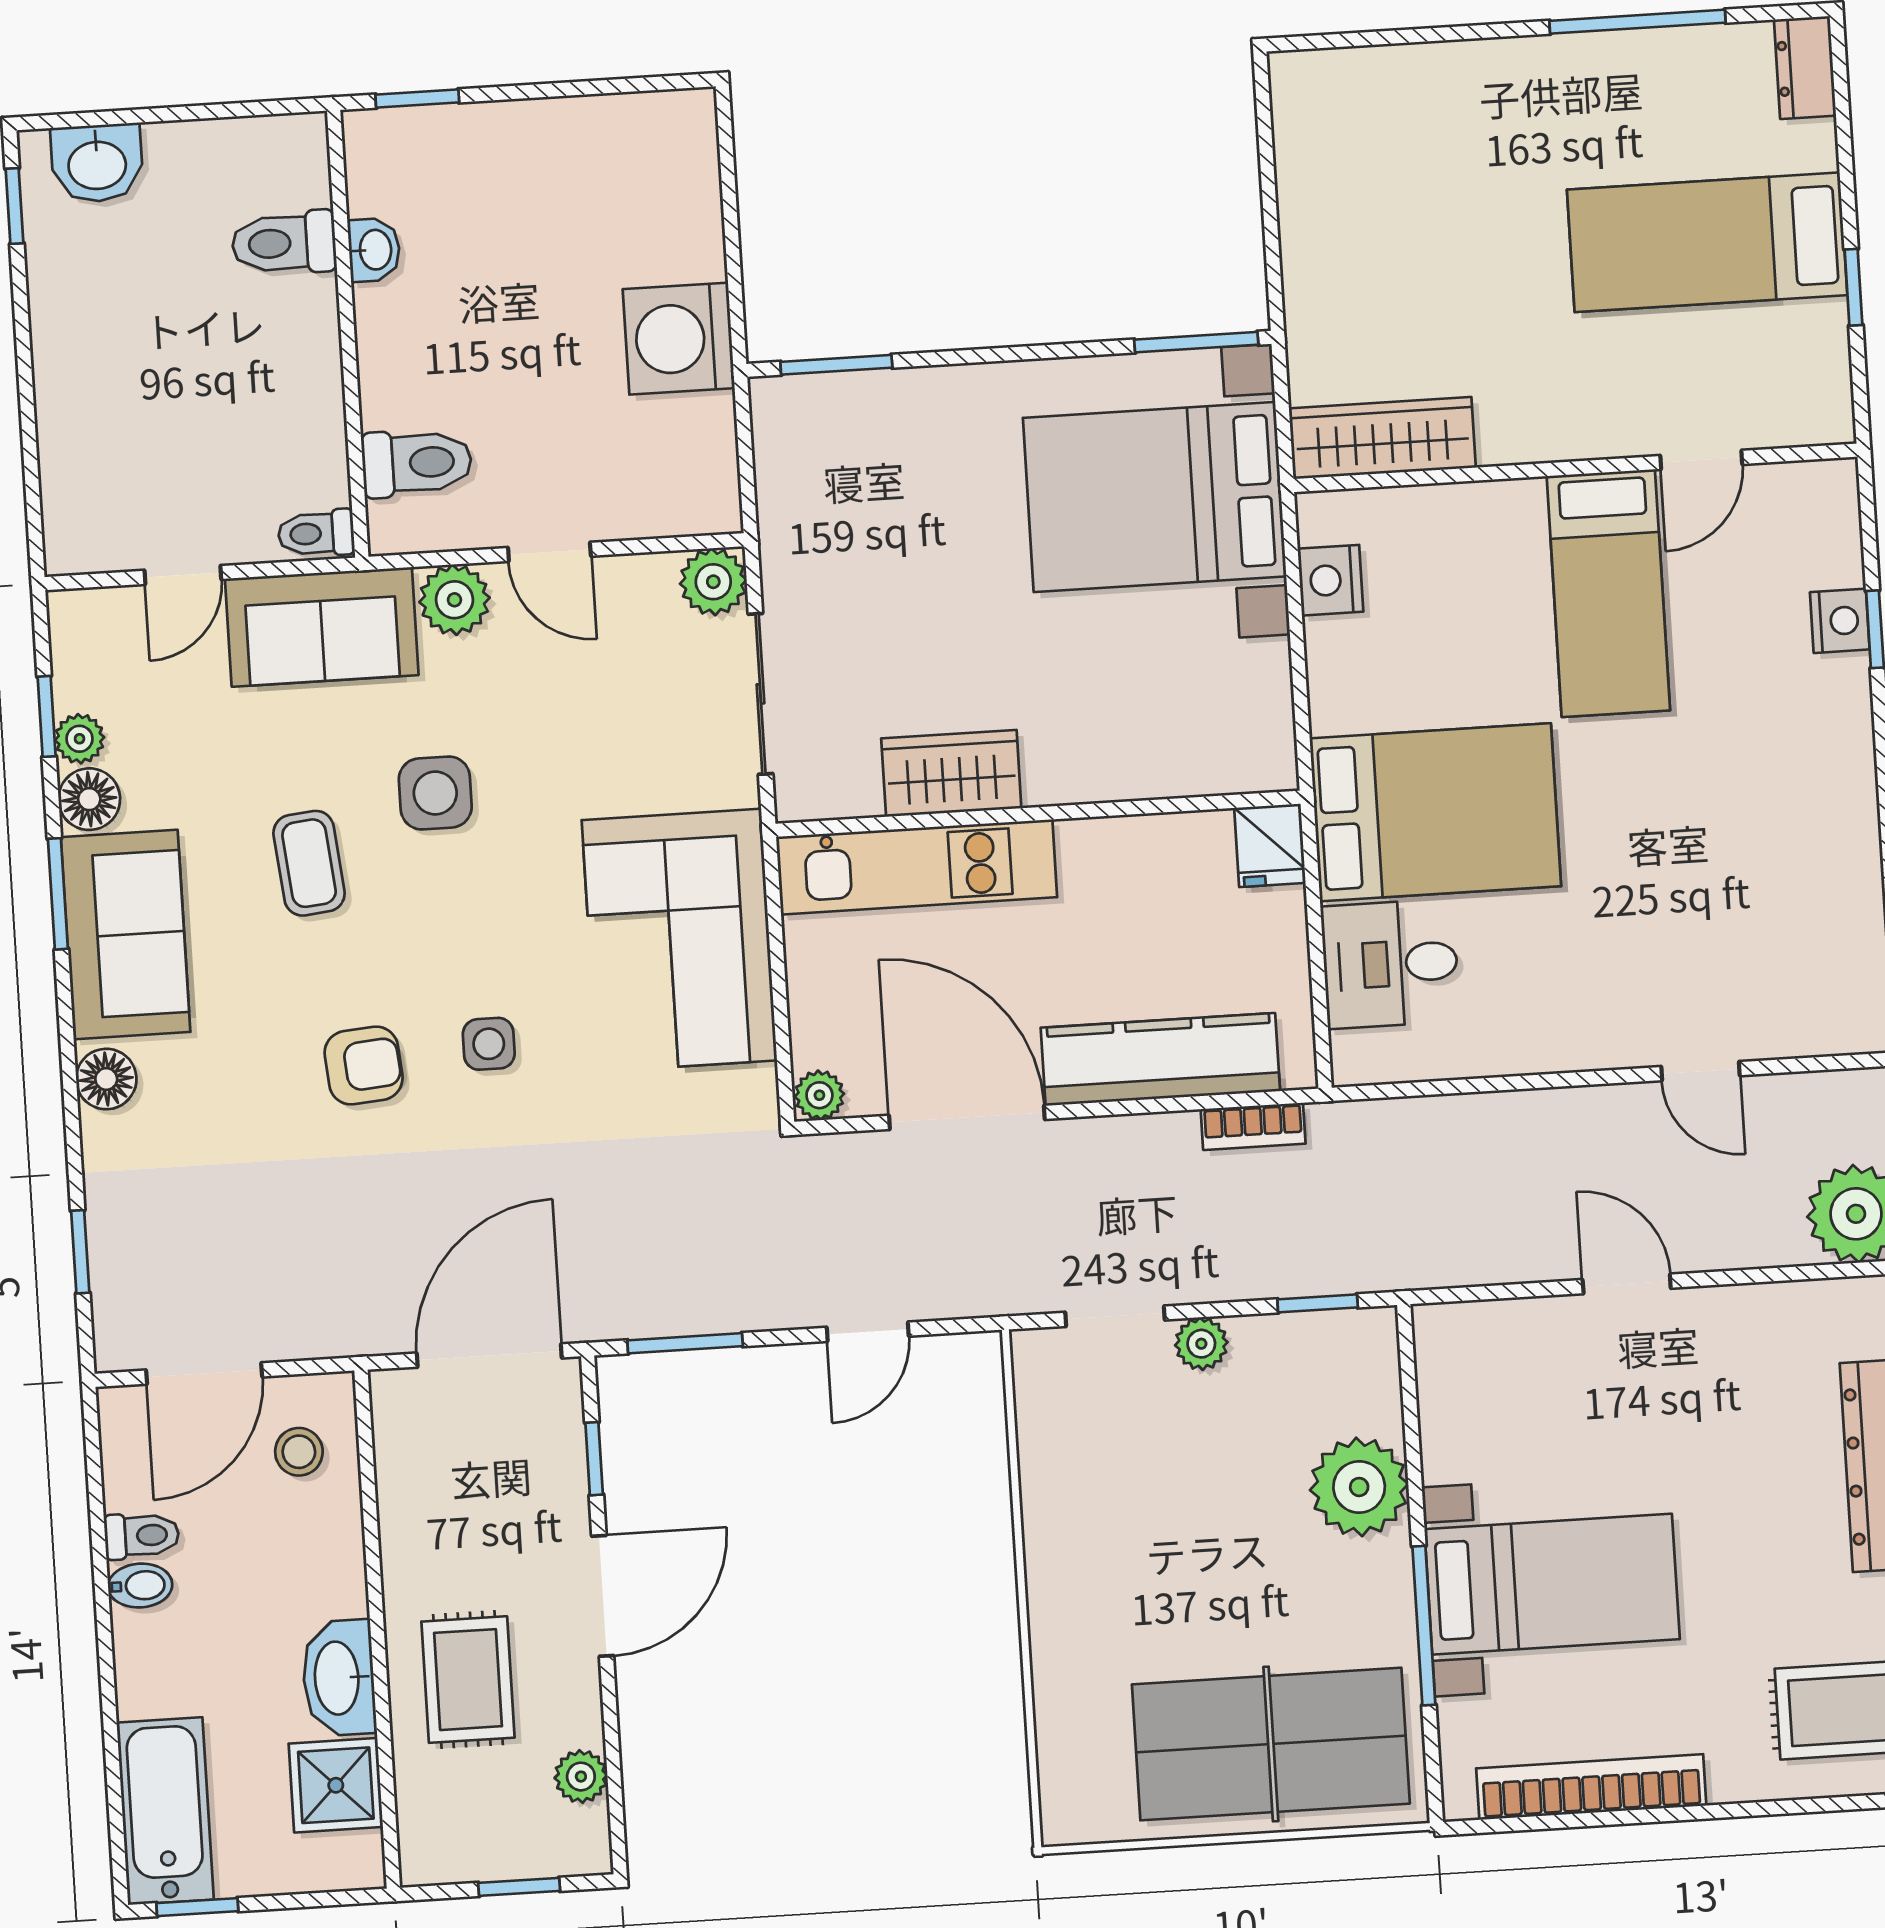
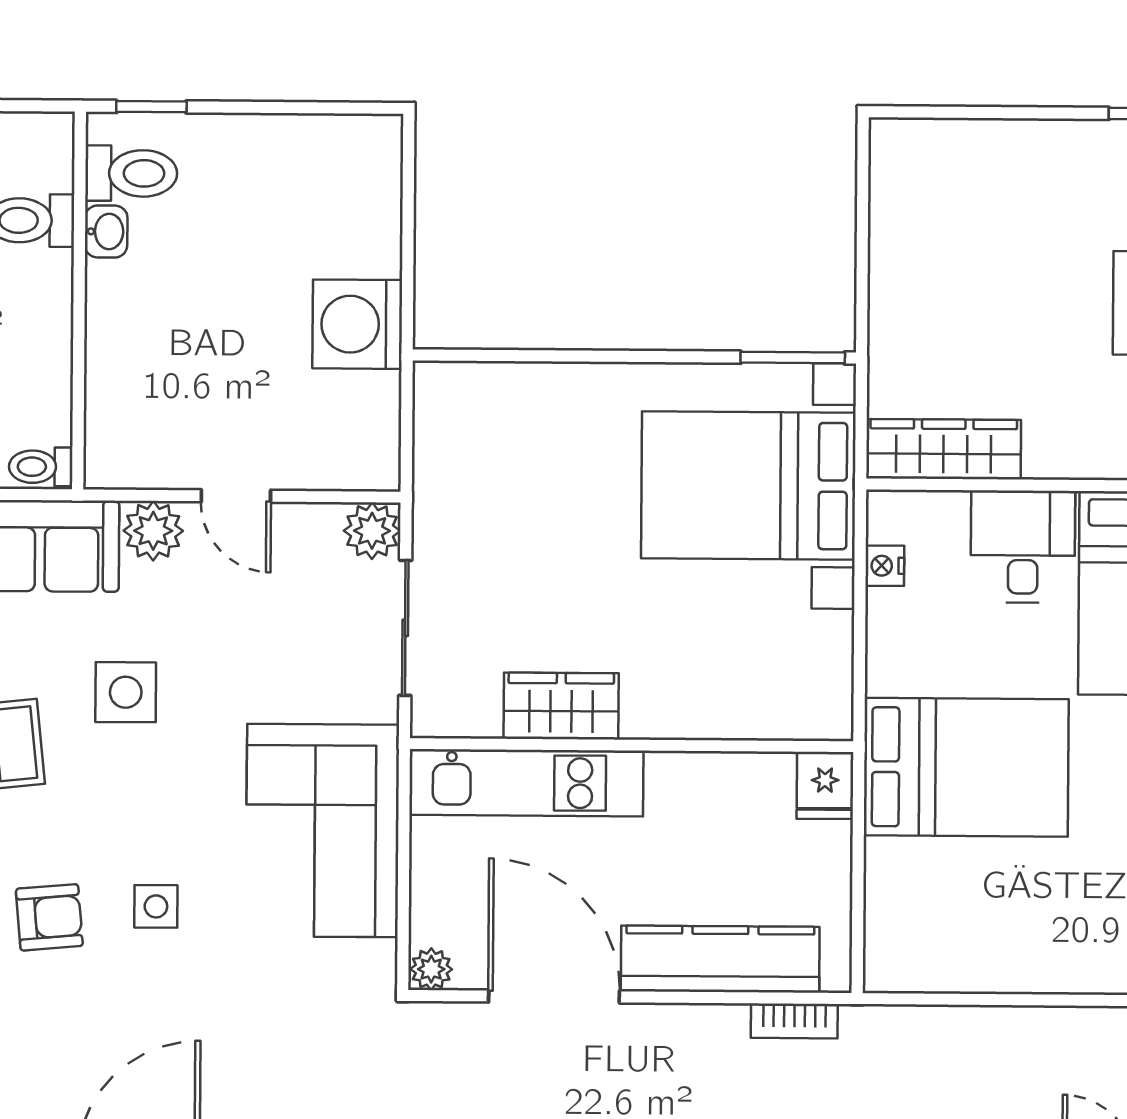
window: (836, 365) -> (488, 355), removed
toilet: (417, 463) -> (131, 173), moved
nightstand: (1330, 580) -> (885, 566), width x0.72, depth x0.74
desk: (1390, 964) -> (1023, 547), moved, turned 90

